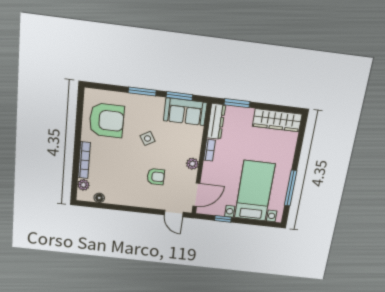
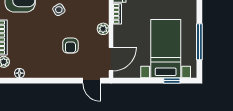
armchair: (156, 177) -> (70, 46), turned 90
window: (223, 219) -> (172, 81), moved

